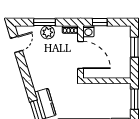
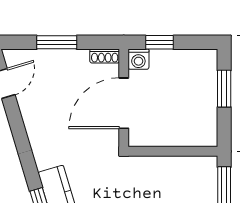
plant: (48, 32) -> (62, 61), removed
door: (81, 55) -> (124, 103), swing flipped

